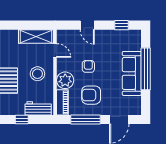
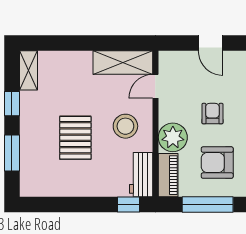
door: (55, 50) -> (155, 86), swing flipped
workbench: (38, 108) -> (141, 175), moved, turned -90
window: (22, 120) -> (128, 204), moved

